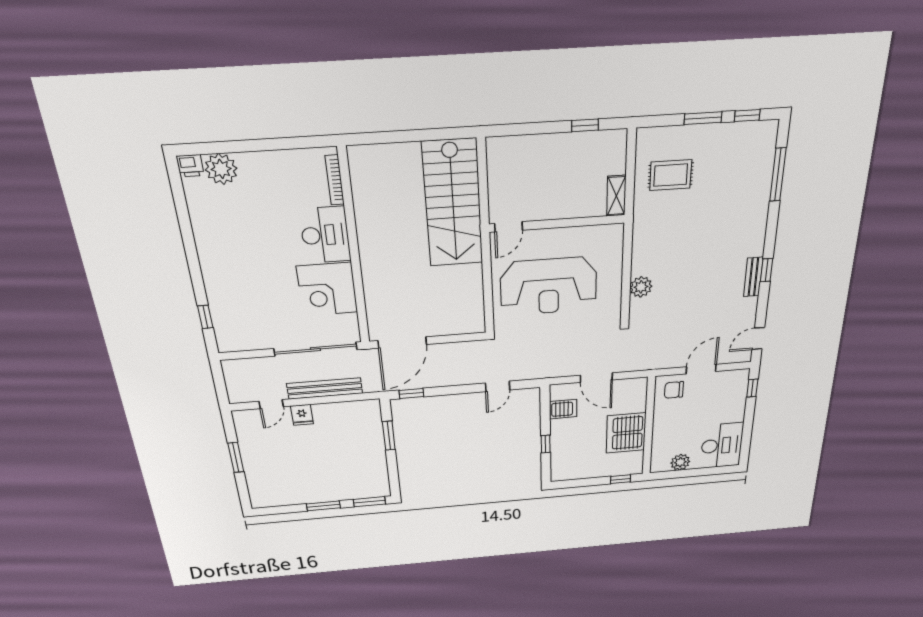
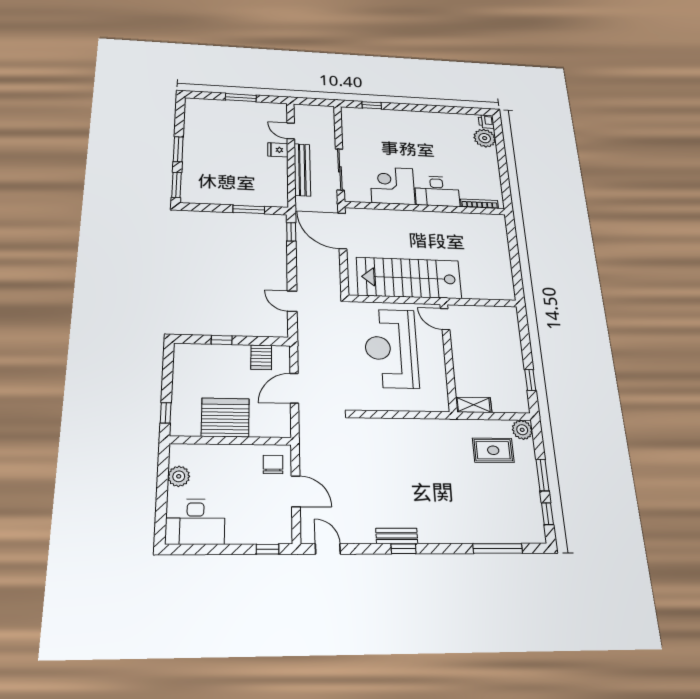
rug: (671, 175) -> (493, 450), turned 90
stairs: (453, 204) -> (409, 278), moved
plant: (641, 287) -> (522, 430), moved
sliding door: (315, 349) -> (340, 169), width x0.73

